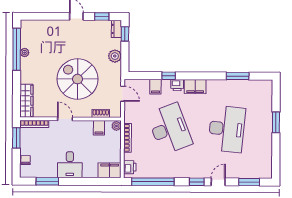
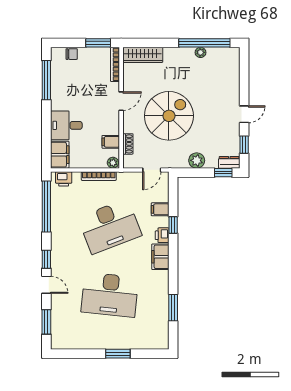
desk: (70, 165) -> (66, 125), moved
window: (47, 181) -> (46, 80), width x1.44

